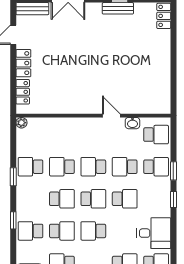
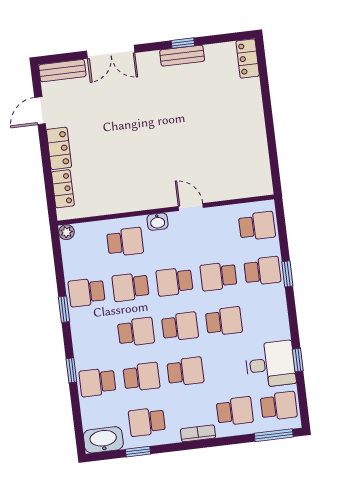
washbasin: (132, 123) -> (157, 222), moved
school desk: (62, 135) -> (125, 242), added
window: (173, 200) -> (298, 360), moved
school desk: (93, 231) -> (185, 372), turned 180

